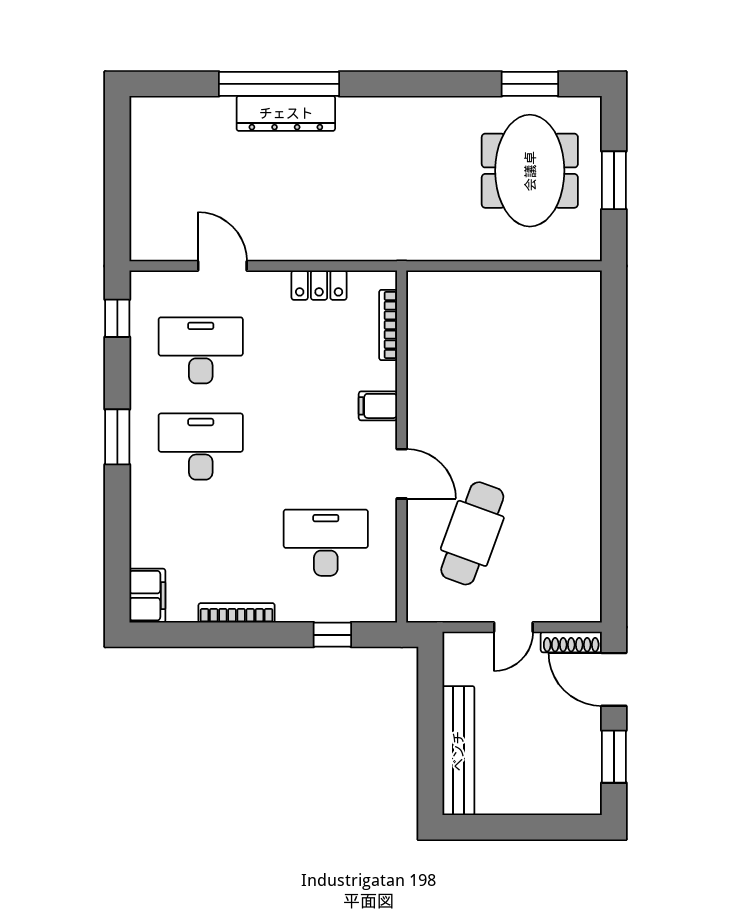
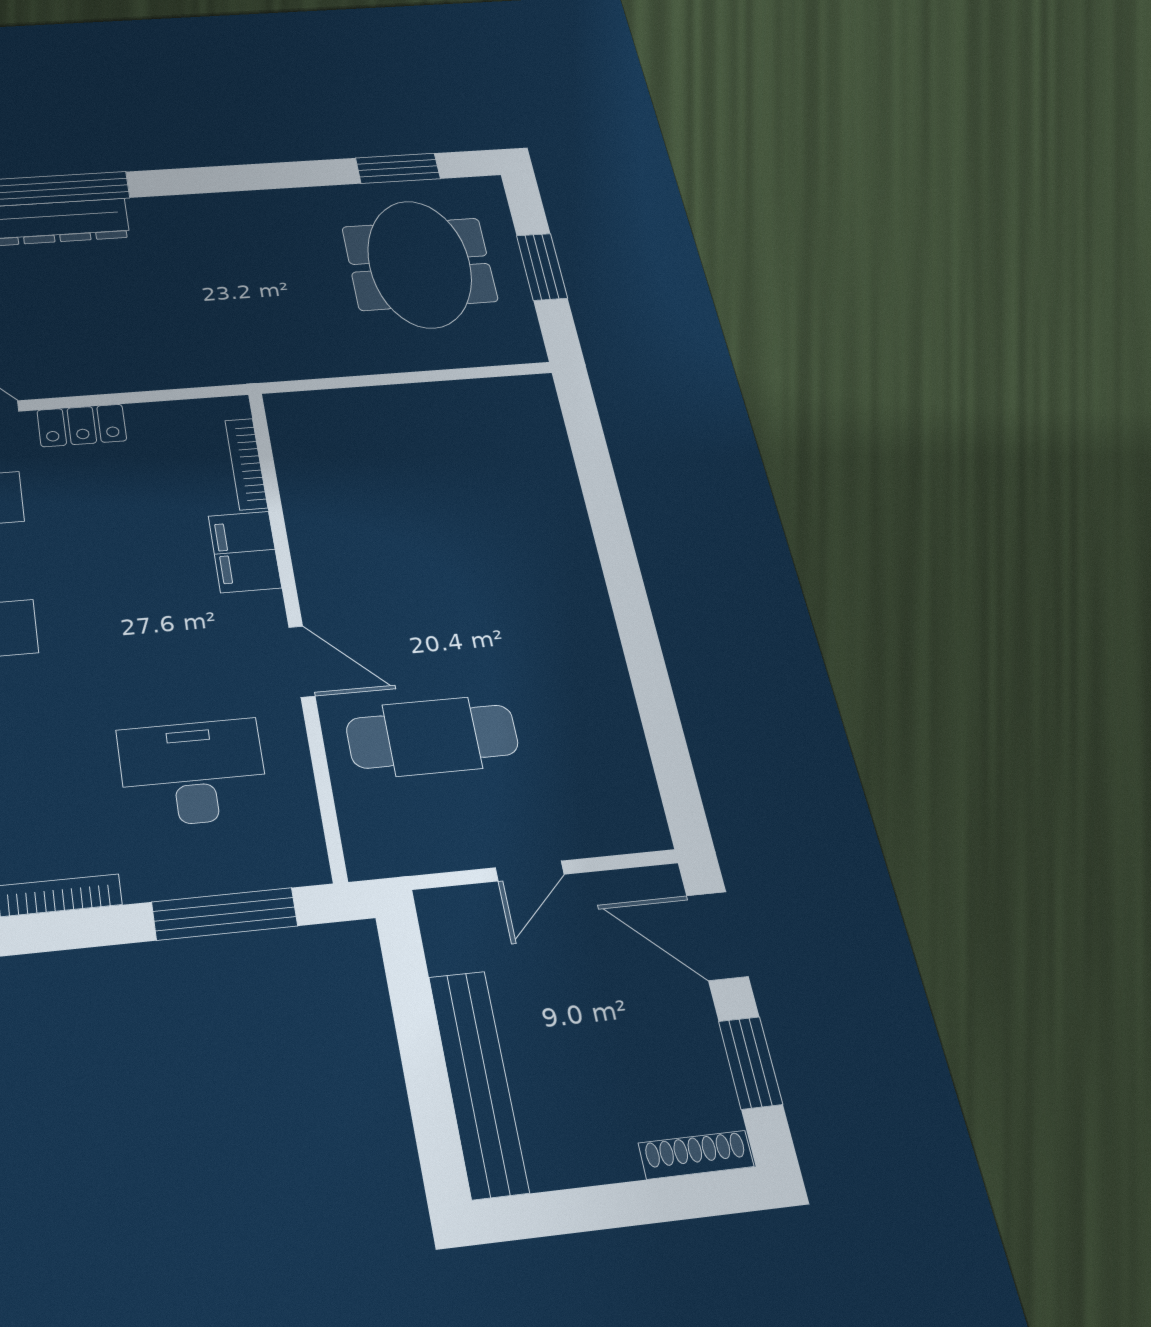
locker: (319, 285) -> (82, 426), moved
filing cabinet: (378, 406) -> (245, 552), width x2.00
cafe table: (472, 533) -> (432, 737), turned 70
window: (332, 635) -> (225, 914), width x2.17
shoe rack: (571, 642) -> (696, 1155), moved, turned 180

